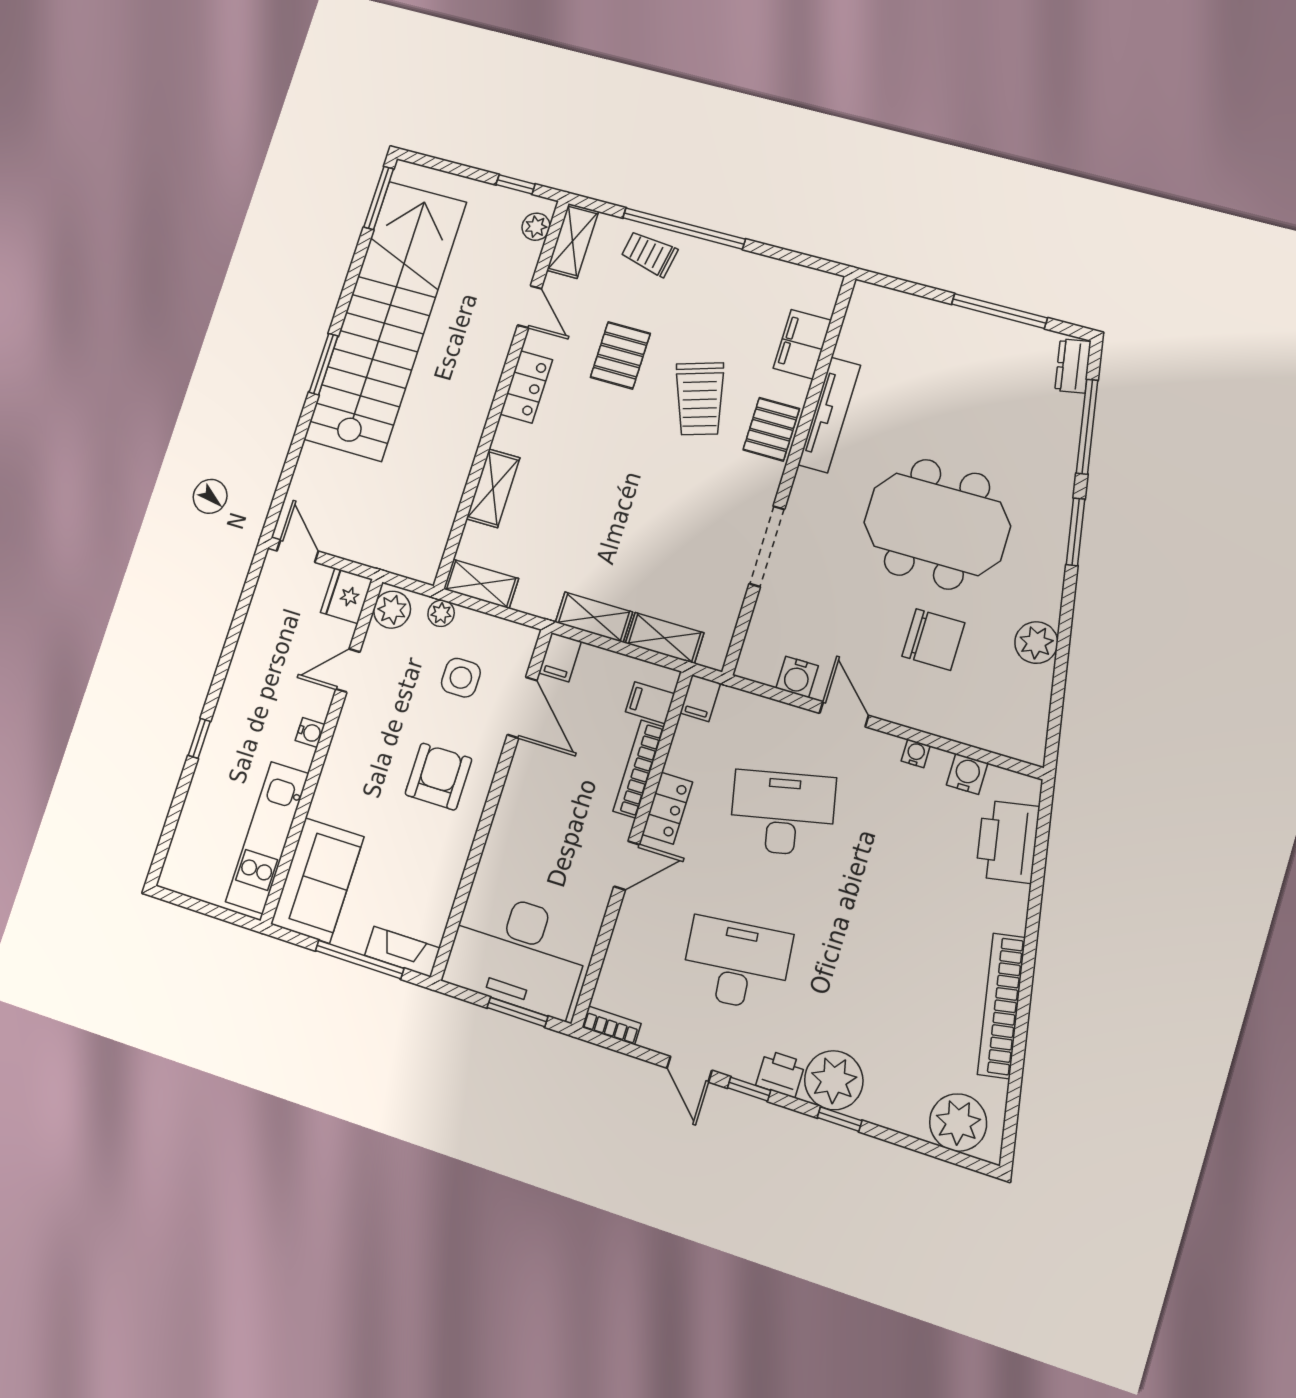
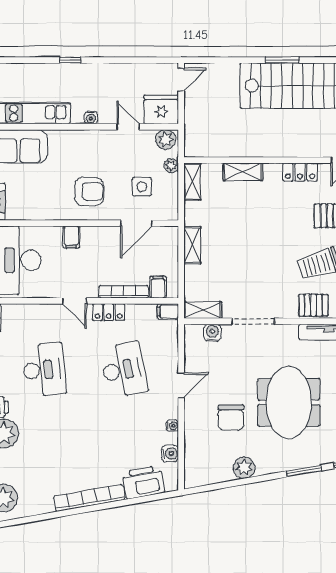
fridge: (346, 596) -> (161, 109), width x1.36, depth x1.34
shelving: (665, 638) -> (203, 310), moved, turned 90
filing cabinet: (560, 657) -> (71, 237), moved, turned -90
water cooler: (797, 677) -> (212, 333), moved, turned 90
bookcase: (1001, 1006) -> (89, 498), moved

